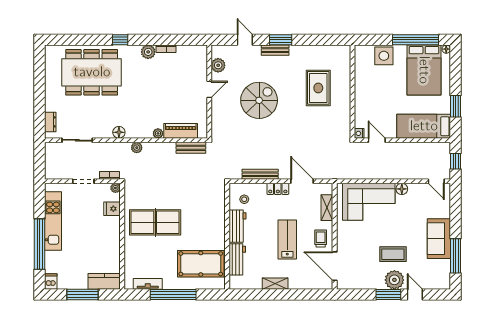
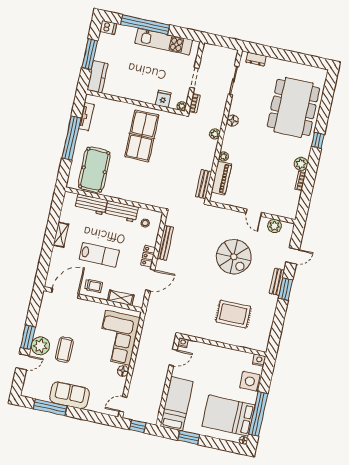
nightstand: (360, 51) -> (259, 360), added

